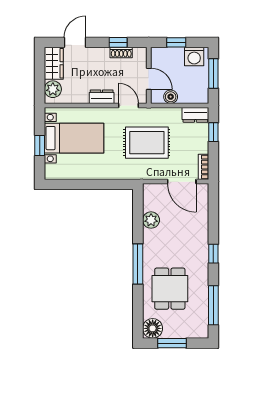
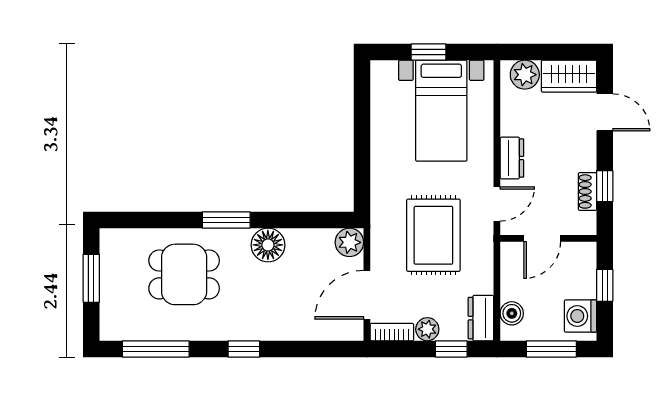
boiler: (171, 97) -> (512, 313), moved
plant: (202, 146) -> (427, 329), added
plant: (151, 220) -> (349, 242), moved
window: (138, 264) -> (226, 220), width x0.69
floor lamp: (153, 328) -> (268, 245), moved

